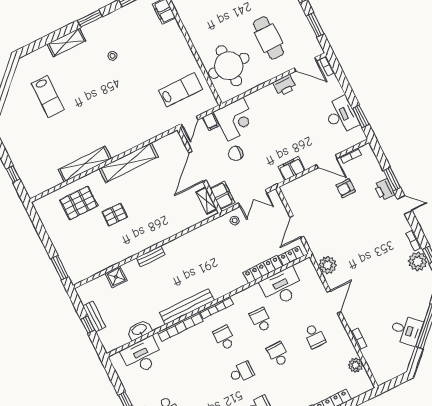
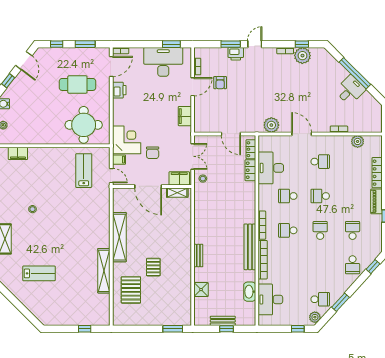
desk: (341, 115) -> (163, 62), width x1.36, depth x1.30
locker: (263, 269) -> (250, 170), width x0.66

